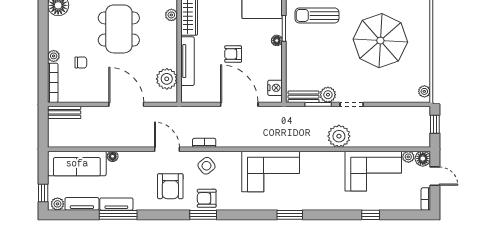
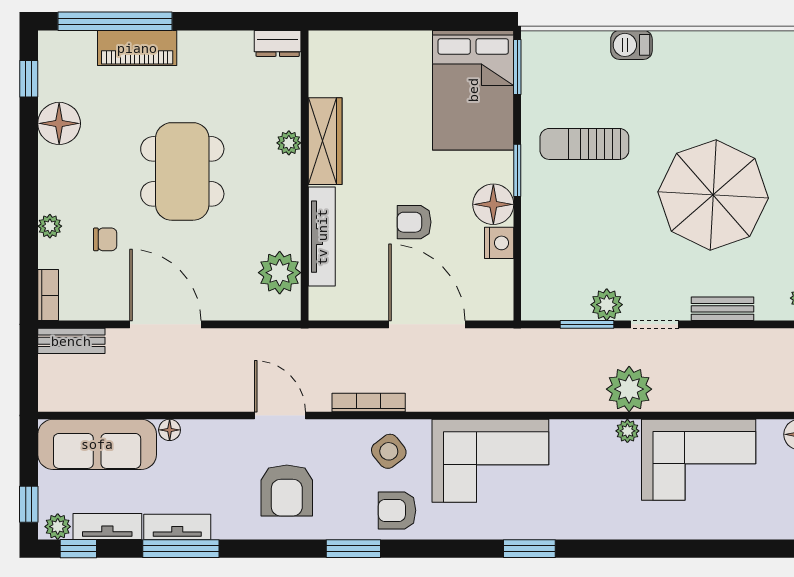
floor lamp: (277, 40) -> (493, 204), width x1.89, depth x1.89
bookcase: (53, 83) -> (48, 295), width x0.64
nightstand: (275, 88) -> (499, 243), moved
bench: (303, 97) -> (722, 309), moved
door: (126, 104) -> (165, 324), moved
bookcase: (204, 143) -> (369, 403), width x1.56
plant: (408, 157) -> (627, 431), moved
side table: (207, 166) -> (389, 451), moved
armchair: (207, 198) -> (397, 510), moved
window: (371, 215) -> (78, 549), moved

